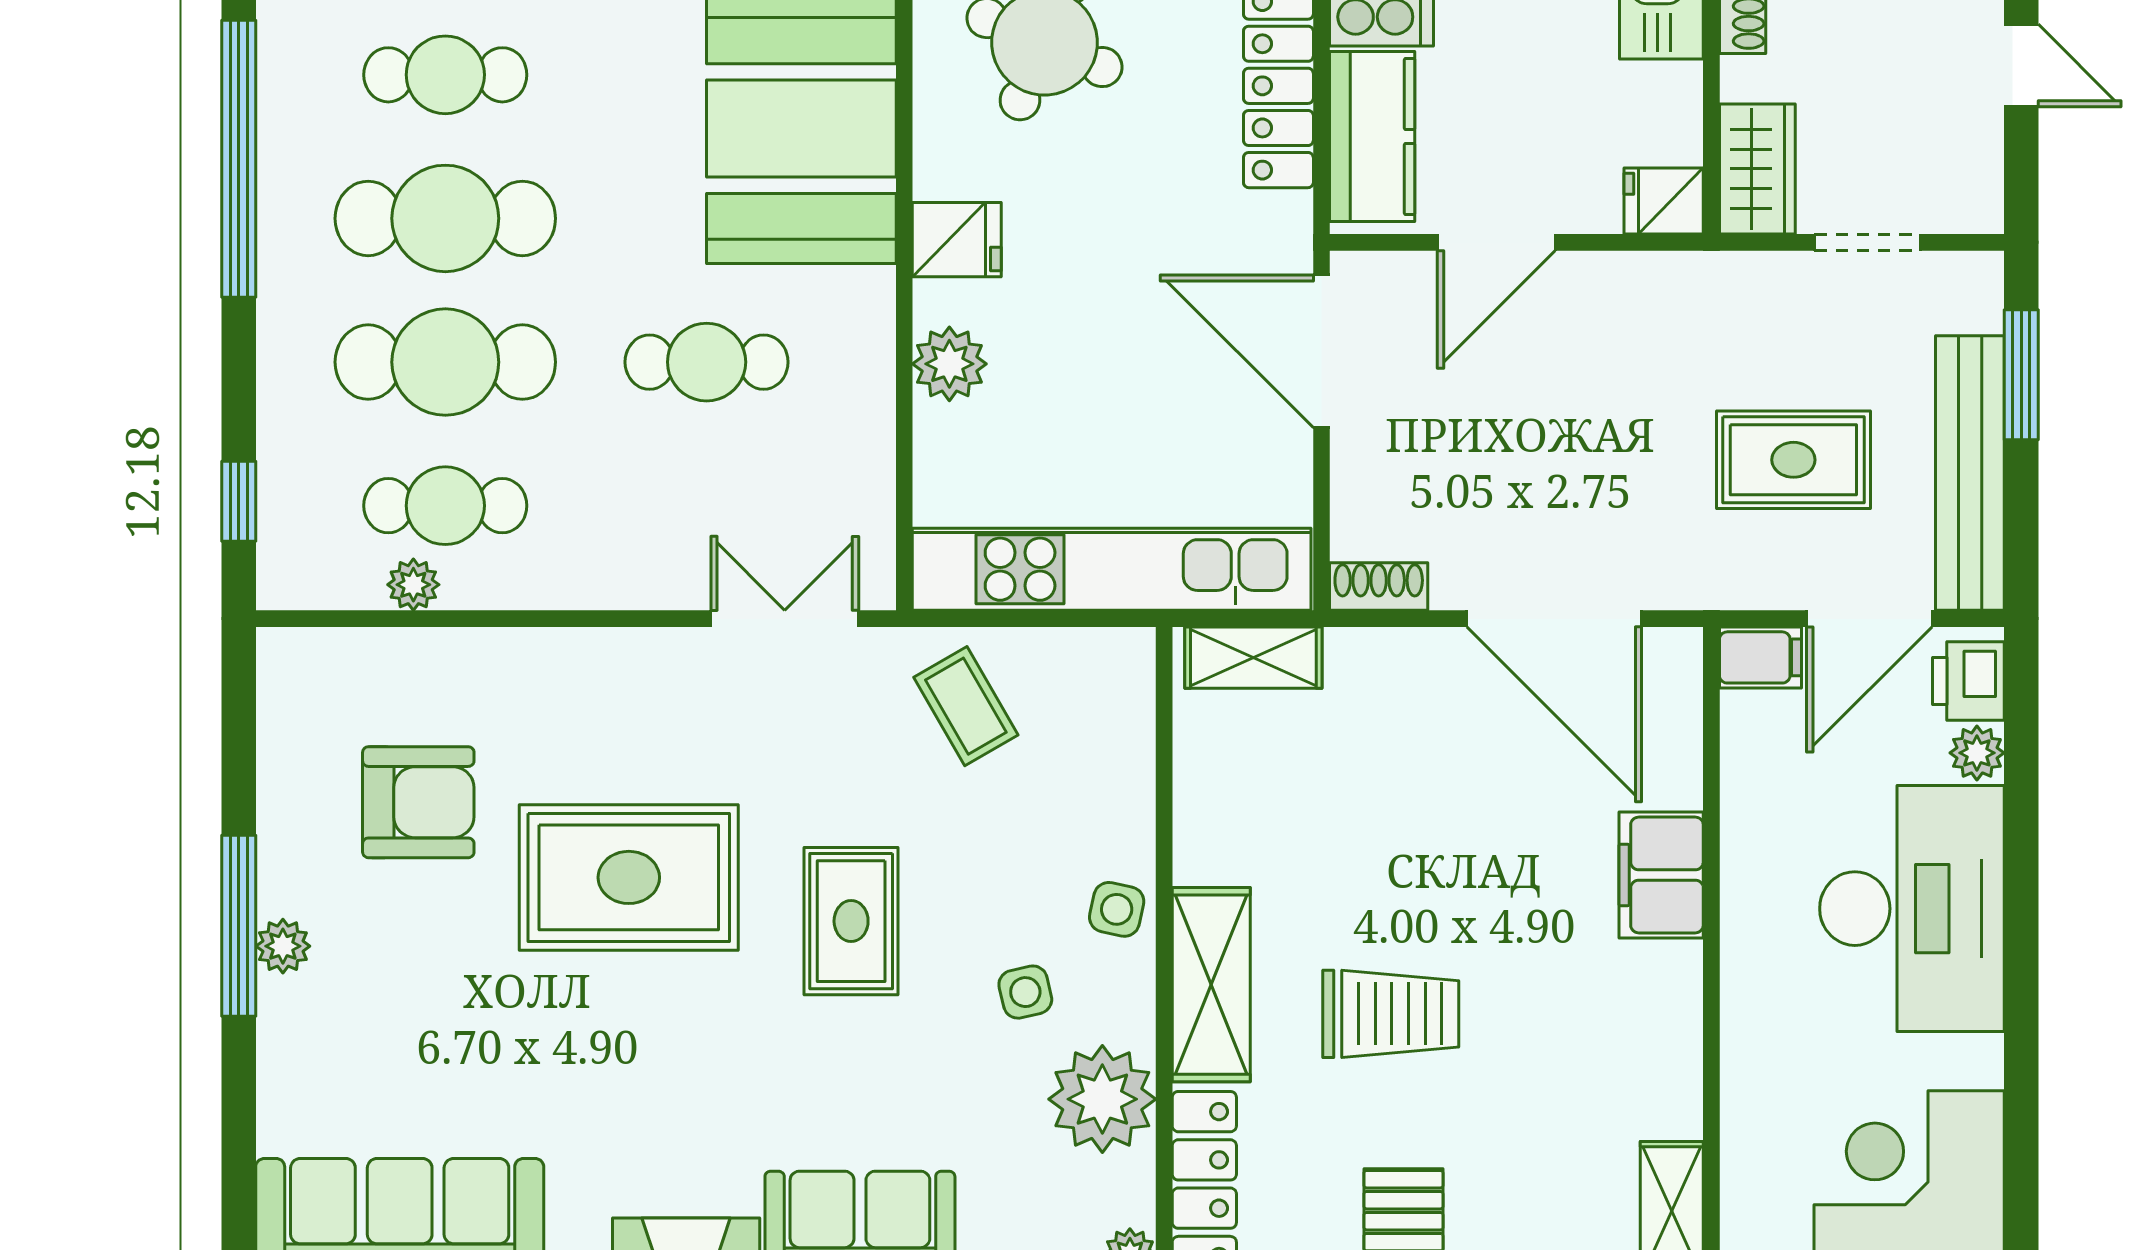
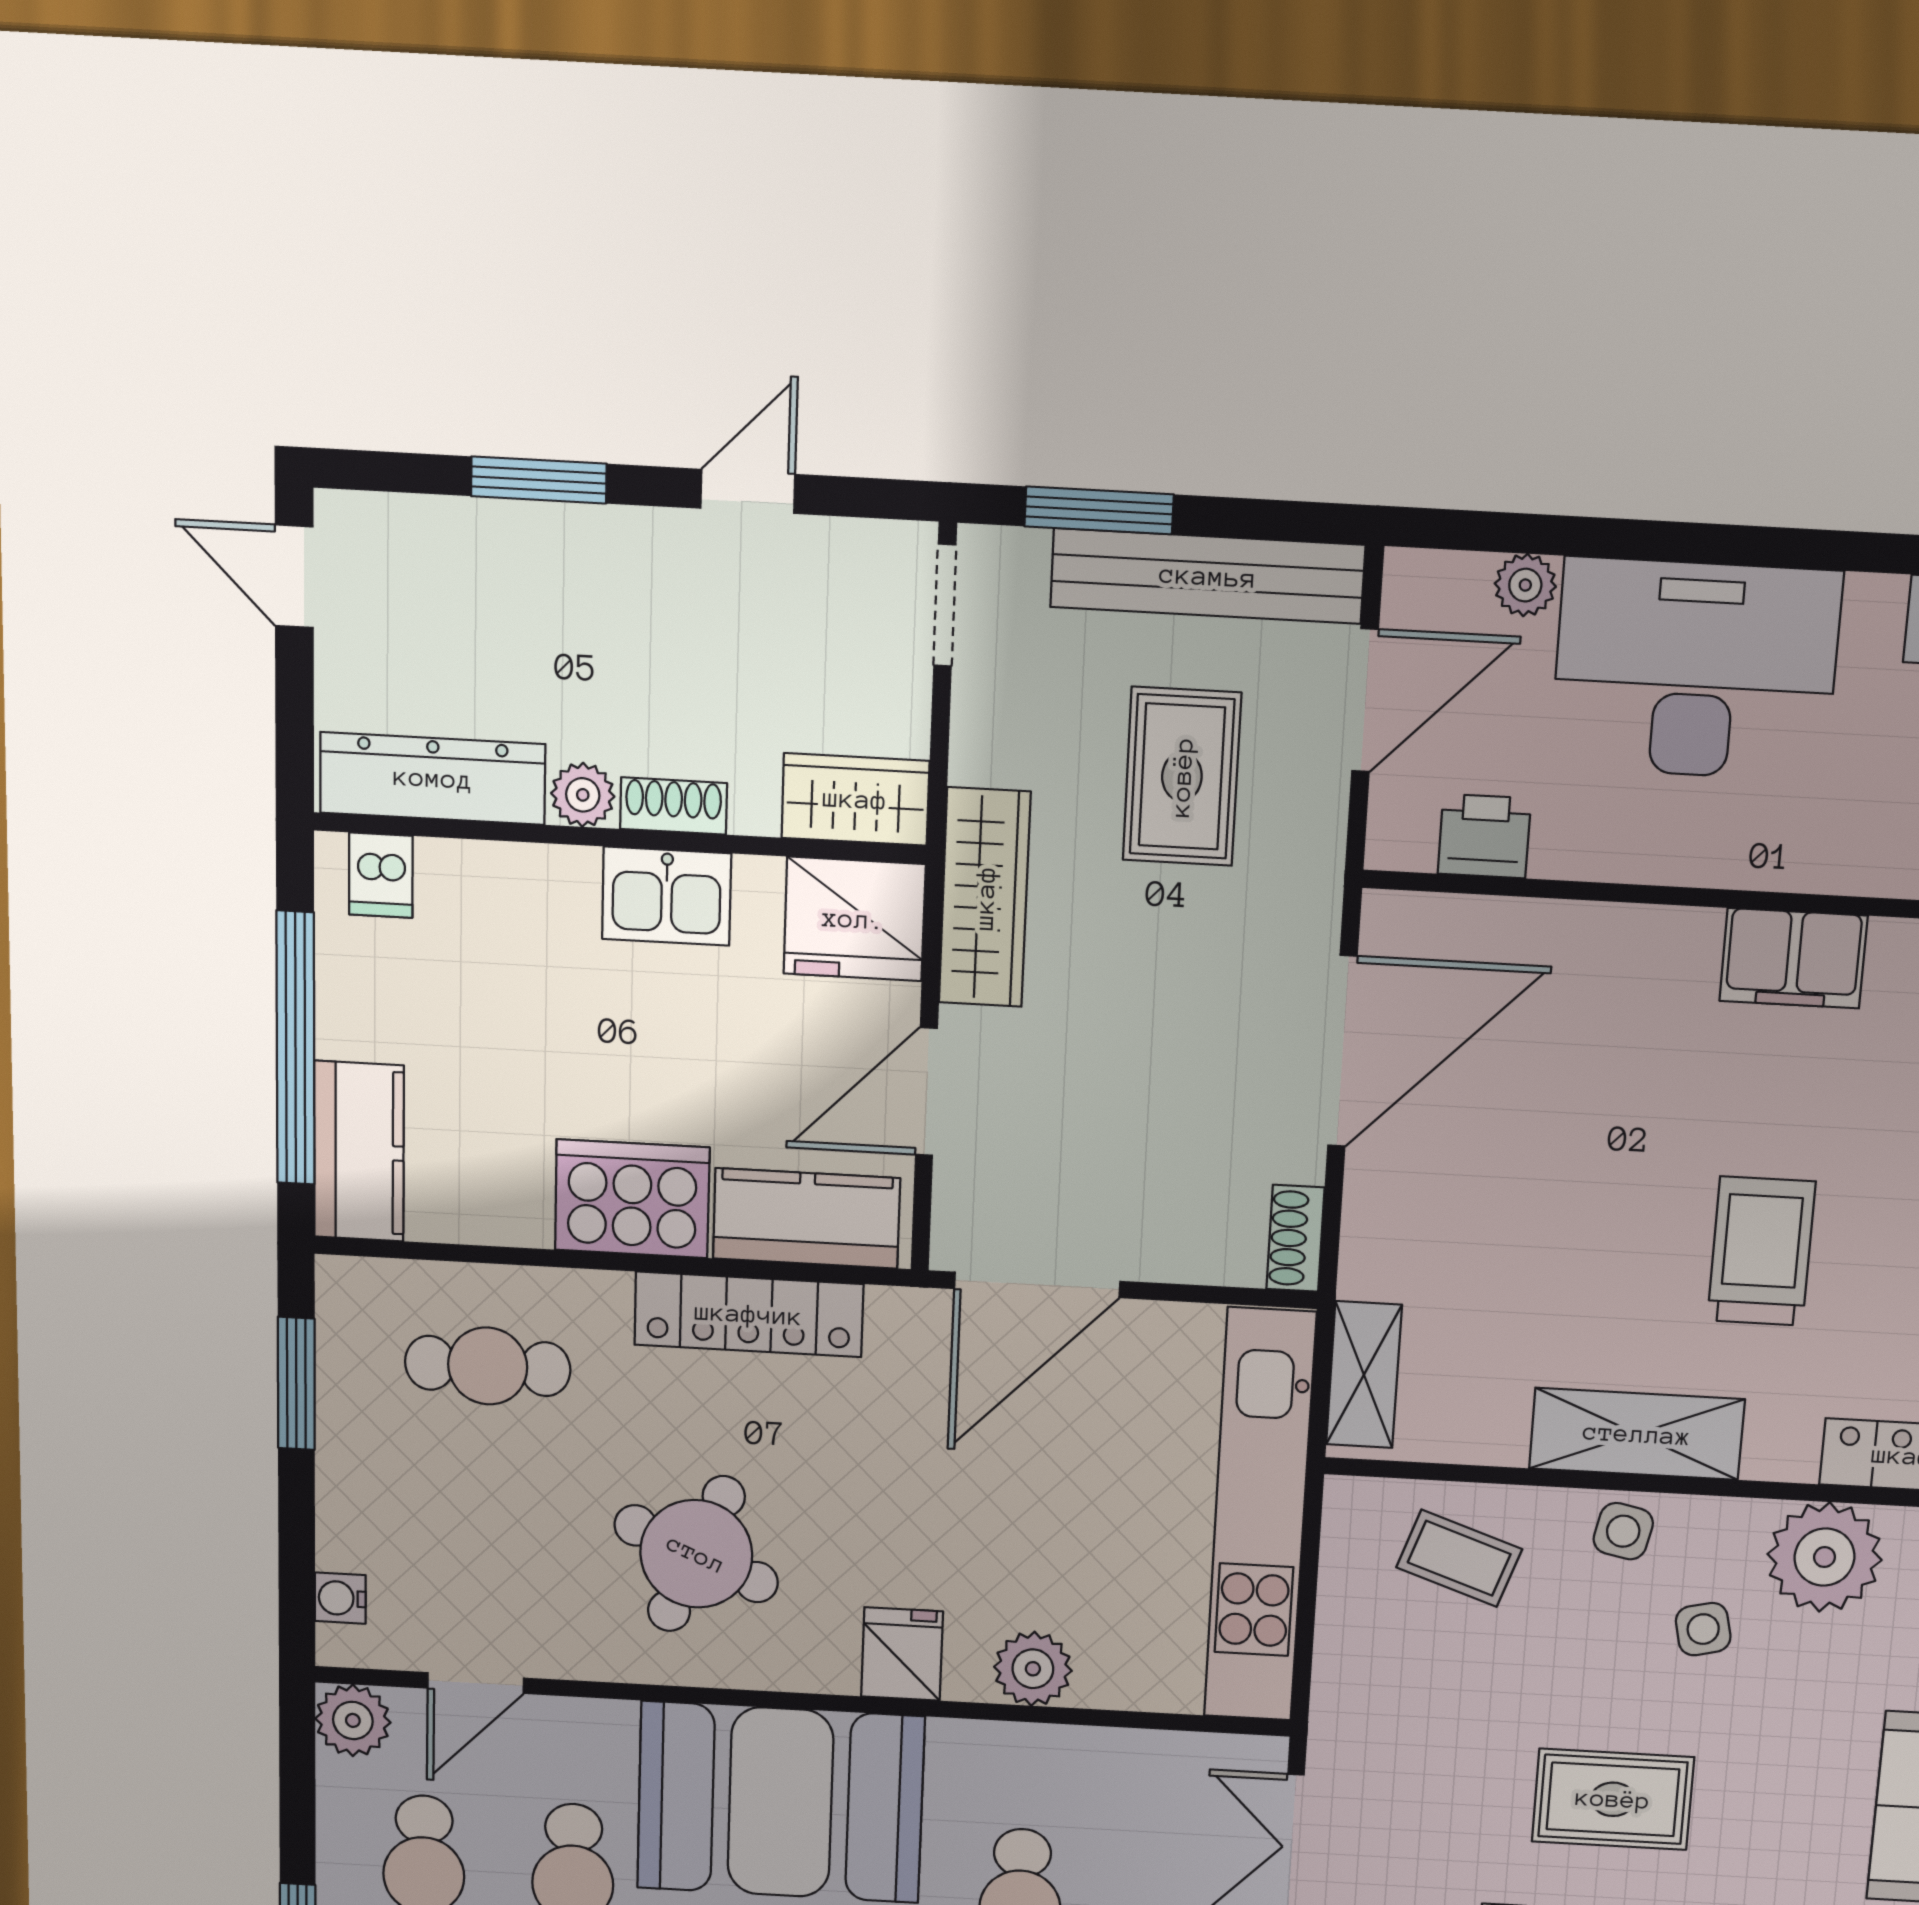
fridge: (1664, 201) -> (854, 919), width x1.88, depth x1.34
door: (1496, 242) -> (926, 1092), swing flipped
doorway: (1867, 242) -> (945, 605), moved
wardrobe: (1676, 288) -> (985, 898), added
door: (1869, 619) -> (1365, 700), hinge flipped
filing cabinet: (1760, 657) -> (1401, 826), removed
printer: (1968, 681) -> (1484, 836), moved, turned 180
coffee table: (966, 706) -> (1459, 1558), moved, turned 49
filing cabinet: (1661, 875) -> (1793, 958), moved
shelving: (1211, 985) -> (1637, 1434), moved

